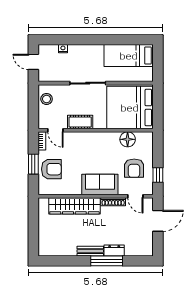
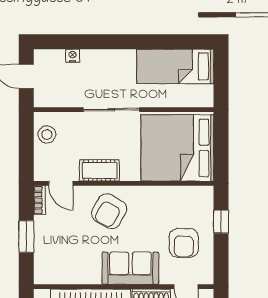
floor lamp: (128, 139) -> (174, 198), removed
armchair: (51, 169) -> (109, 211), moved, turned 120
window: (158, 175) -> (221, 222), moved

